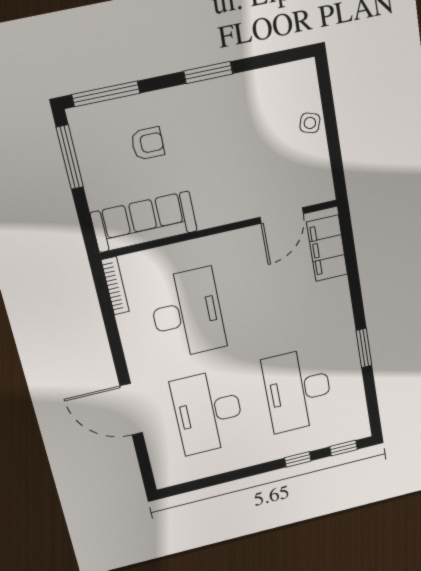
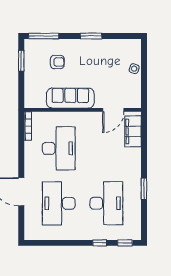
window: (70, 157) -> (21, 61), width x0.69
sofa: (144, 222) -> (70, 98), moved
desk: (298, 390) -> (106, 203), turned 180

